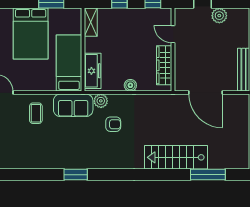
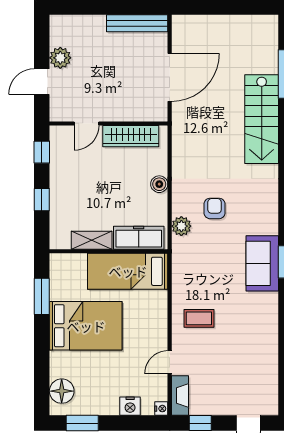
shelving: (91, 22) -> (92, 240), moved
sofa: (73, 105) -> (262, 263), moved, turned 180

